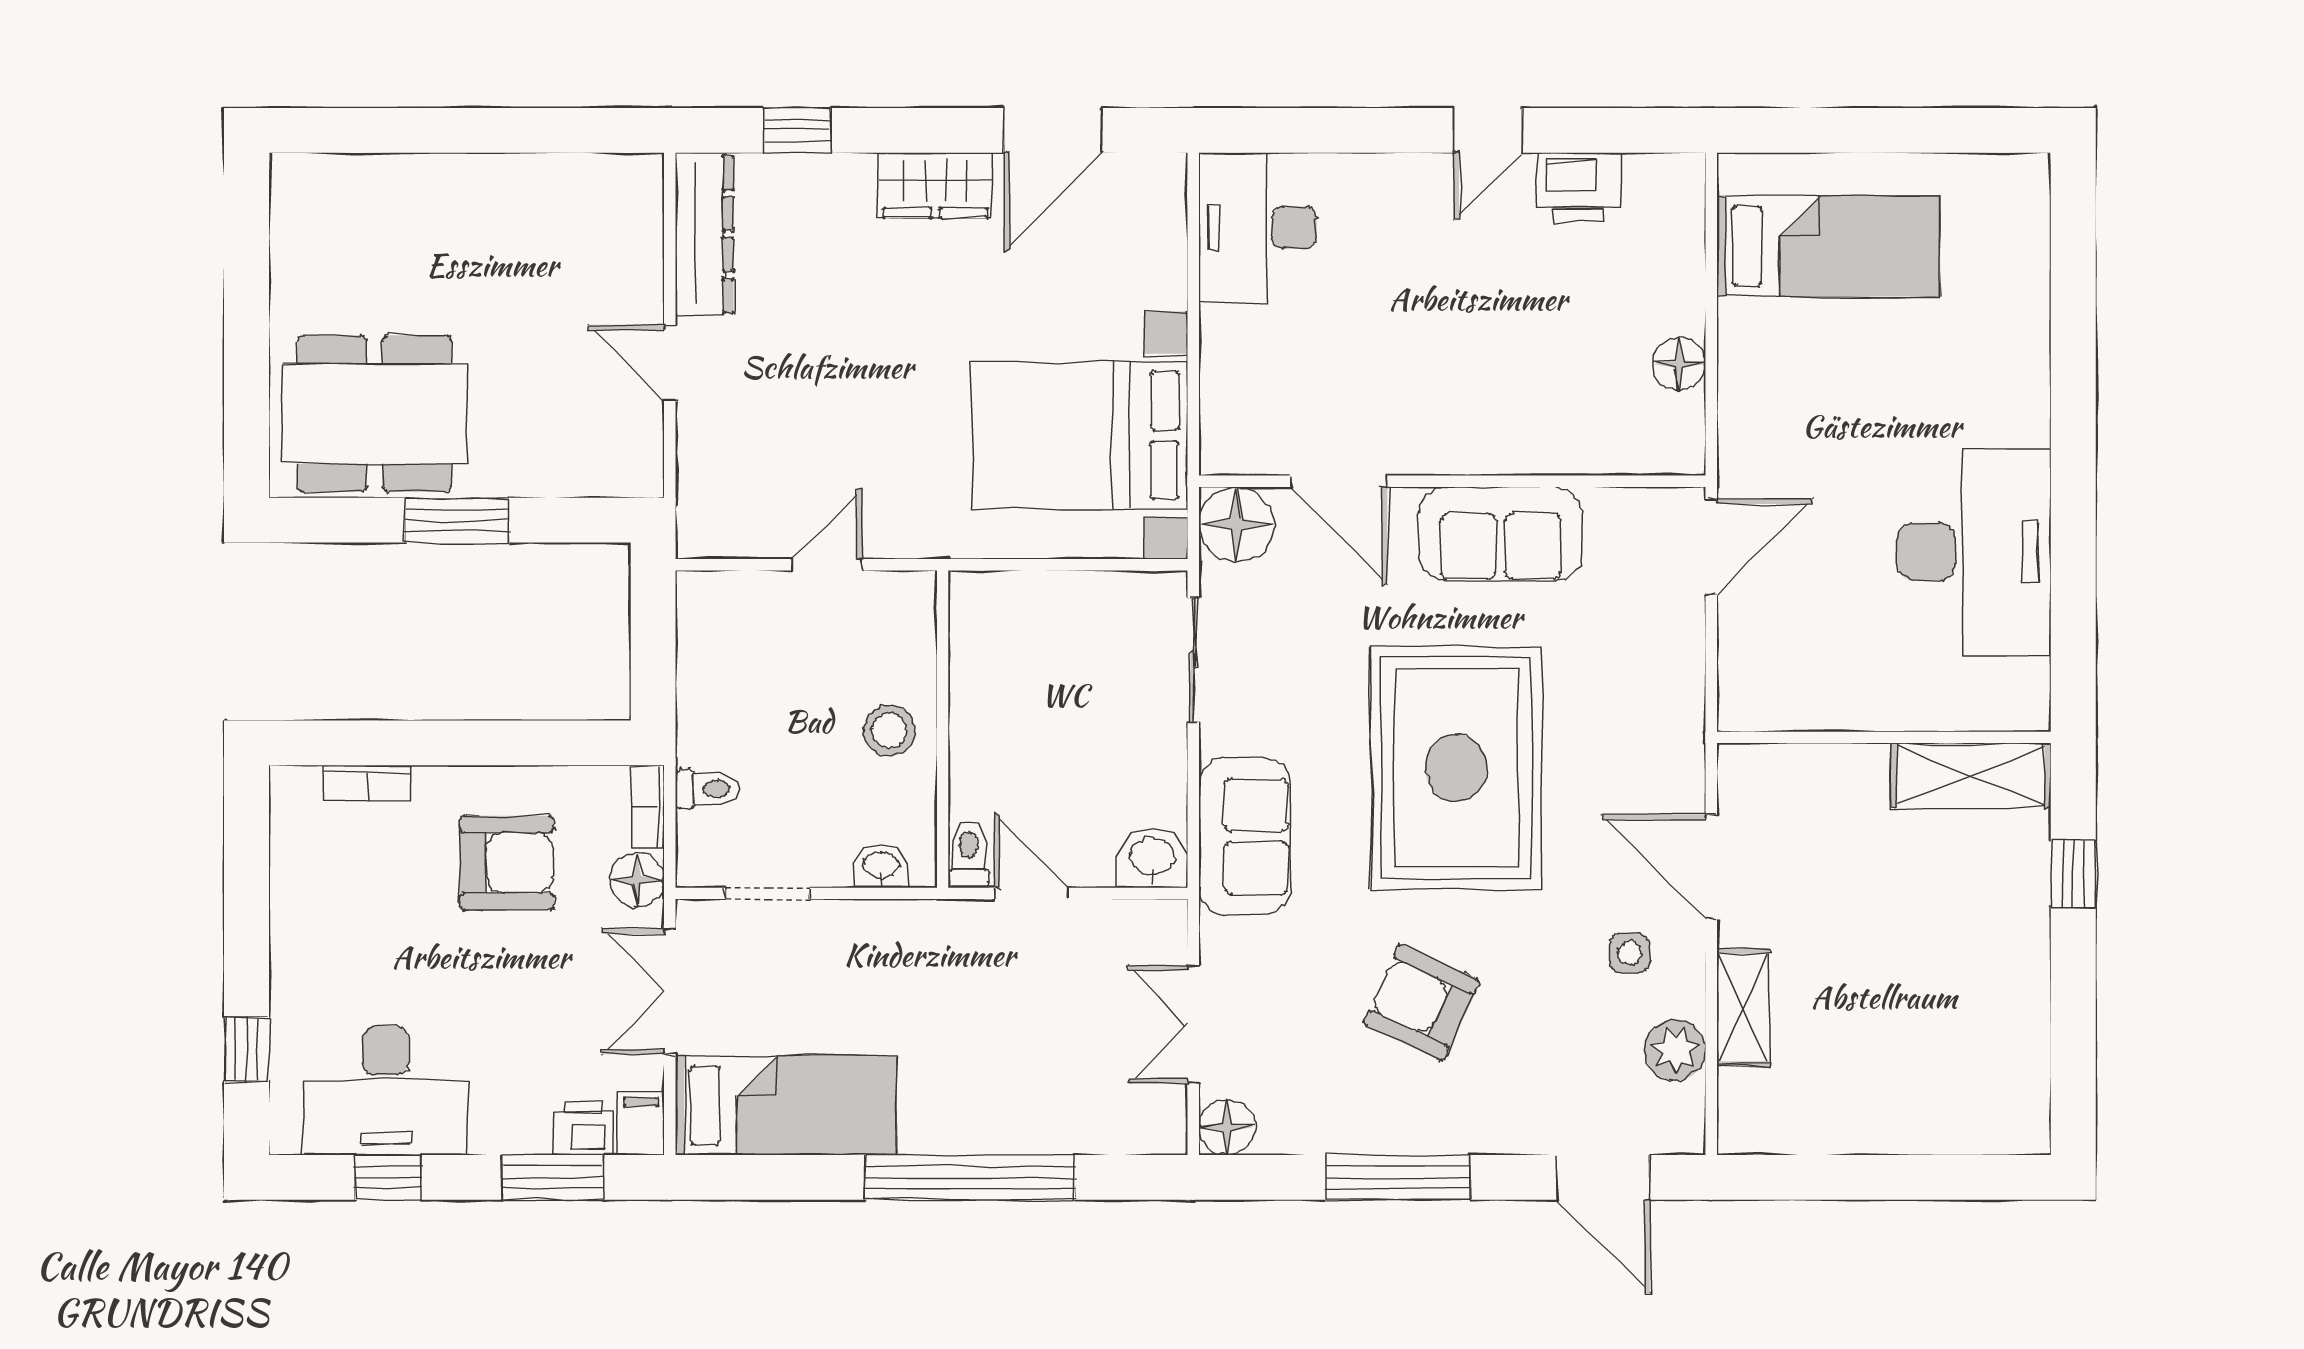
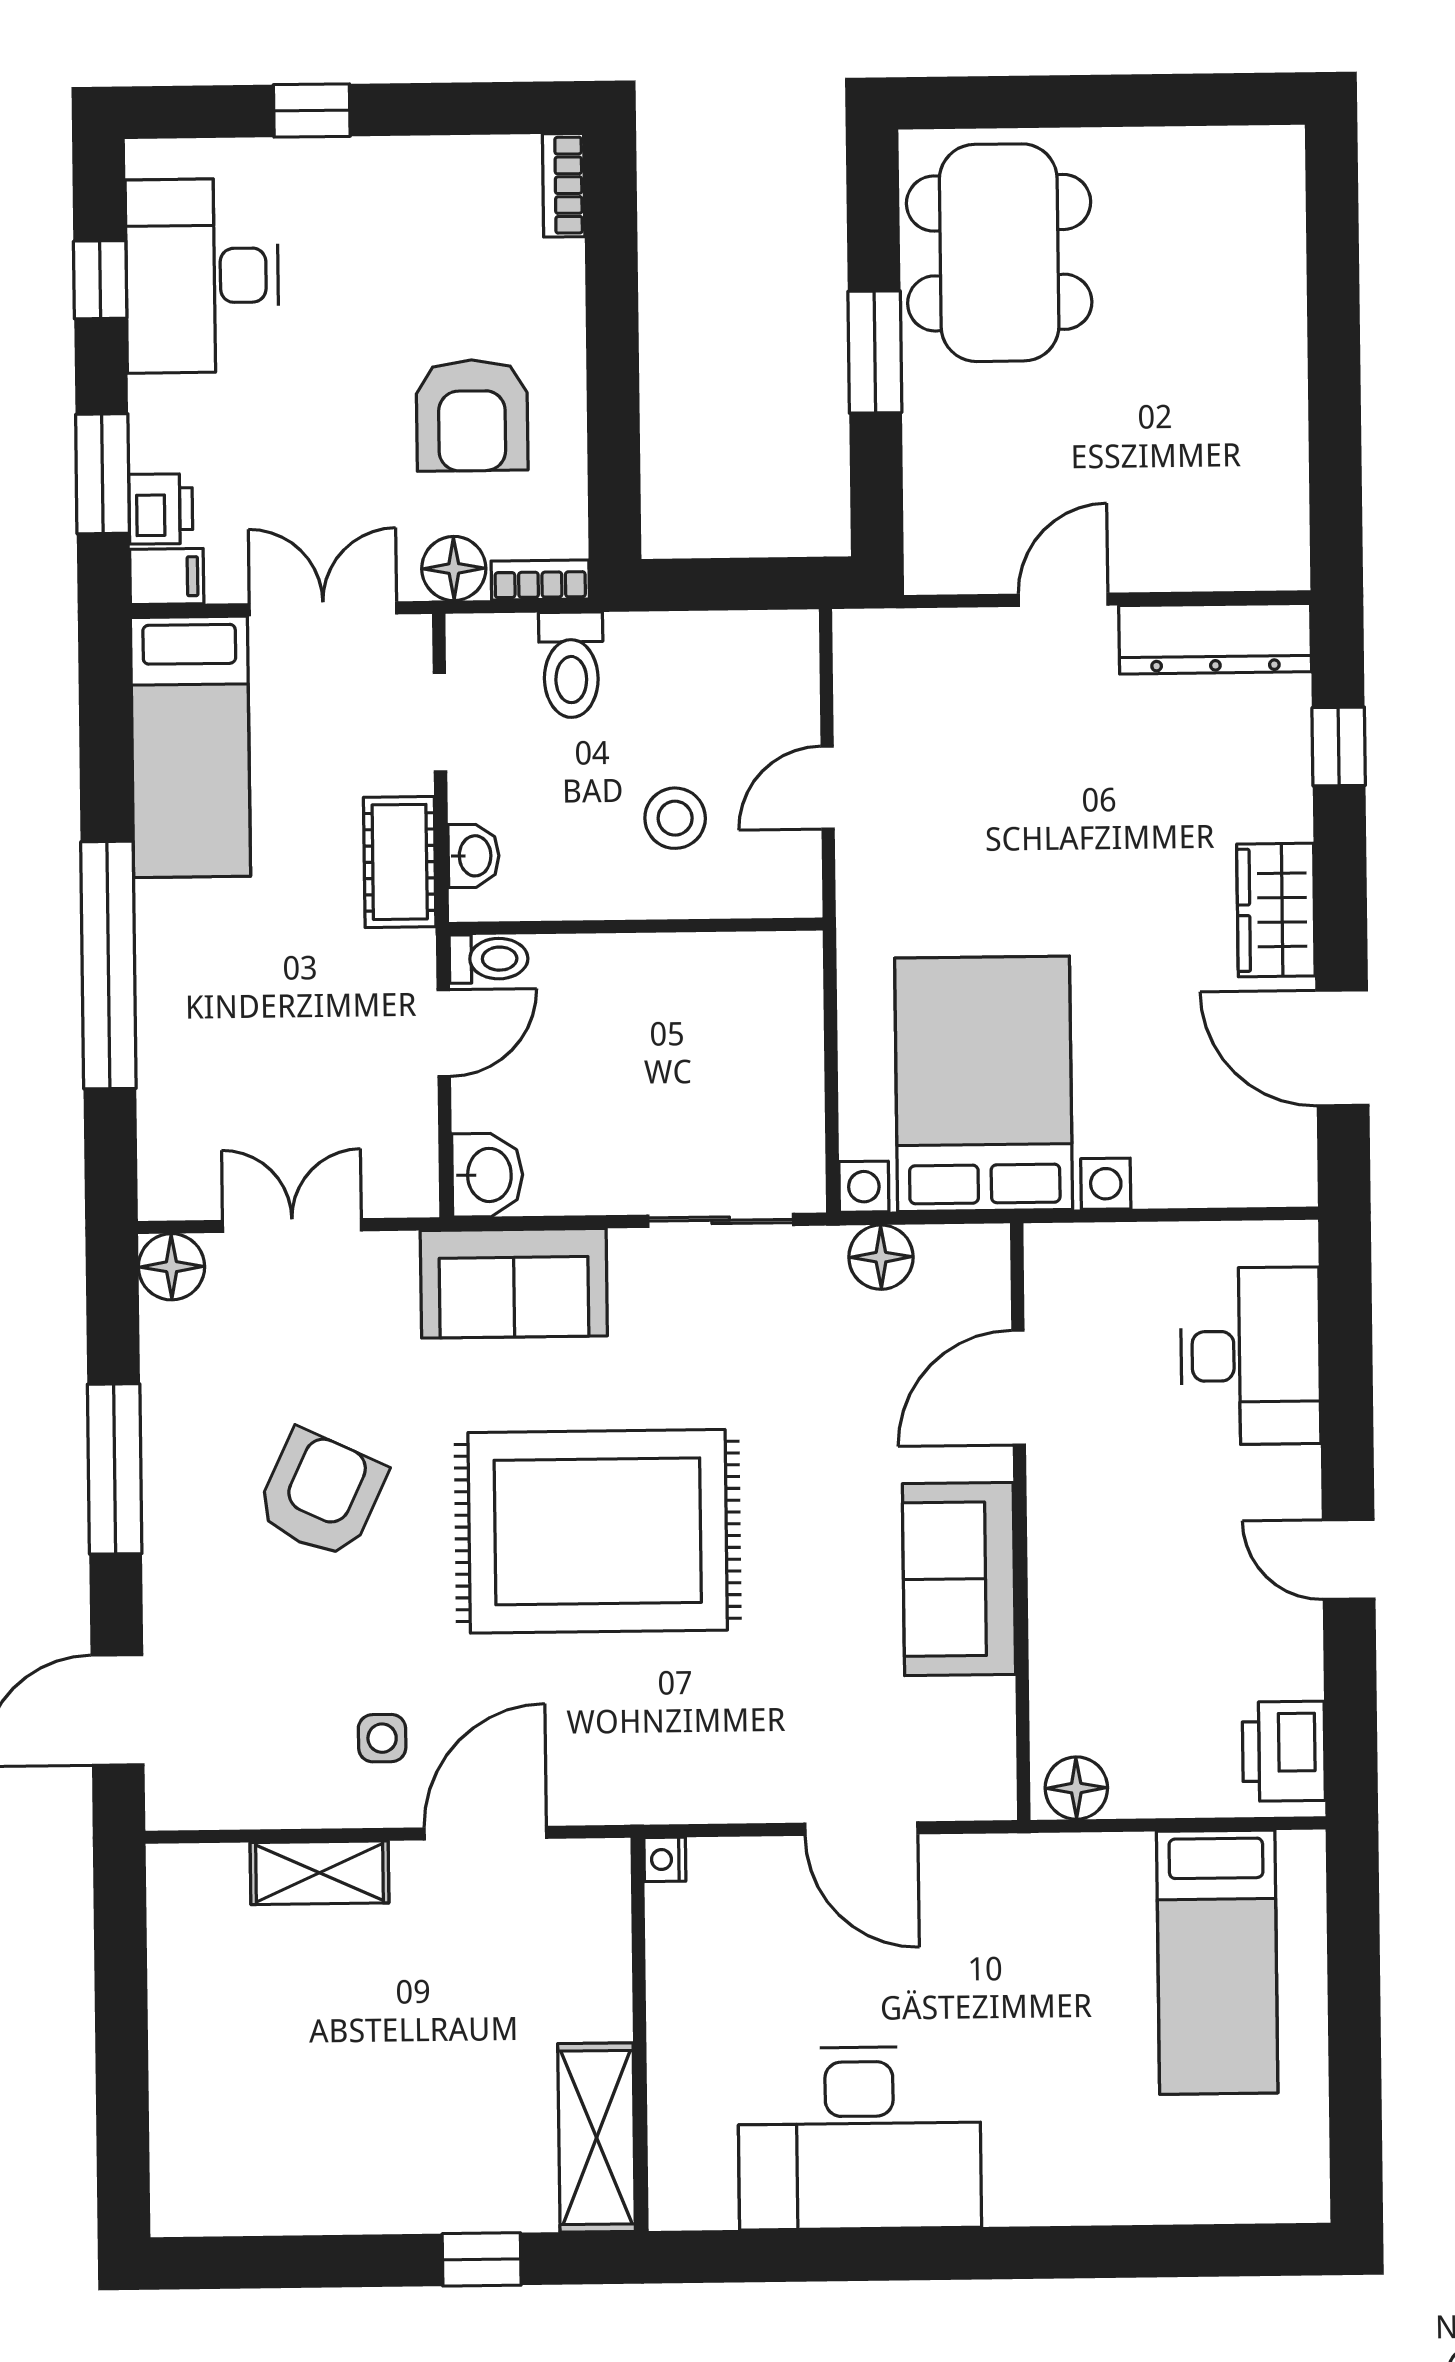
printer: (1579, 187) -> (1284, 1751), moved
desk: (1258, 228) -> (1251, 1356), moved, turned 90
door: (1338, 481) -> (1019, 1388), moved
wall: (1452, 481) -> (1020, 1522), moved
floor lamp: (1236, 524) -> (881, 1257), width x0.73, depth x0.73
sofa: (1500, 534) -> (959, 1579), moved
door: (827, 565) -> (828, 788), swing flipped
nightstand: (1736, 714) -> (665, 1859), added
stool: (889, 731) -> (675, 818), moved
bookcase: (367, 783) -> (564, 185), moved
toilet: (708, 789) -> (571, 665), width x1.37, depth x1.39
cot: (886, 929) -> (400, 862), added
window: (246, 1049) -> (312, 111), moved
plant: (1675, 1050) -> (269, 1793), removed

